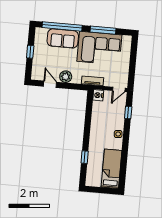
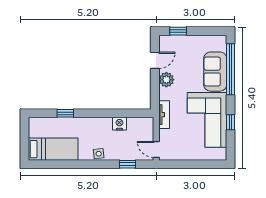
window: (103, 30) -> (231, 122), width x0.46
window: (30, 52) -> (178, 31), moved
nightstand: (98, 95) -> (119, 124), moved

